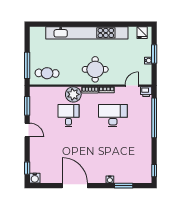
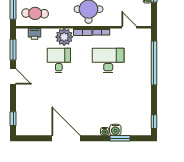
door: (132, 86) -> (129, 27), hinge flipped
printer: (146, 92) -> (35, 34), moved
water cooler: (35, 178) -> (115, 130), moved

